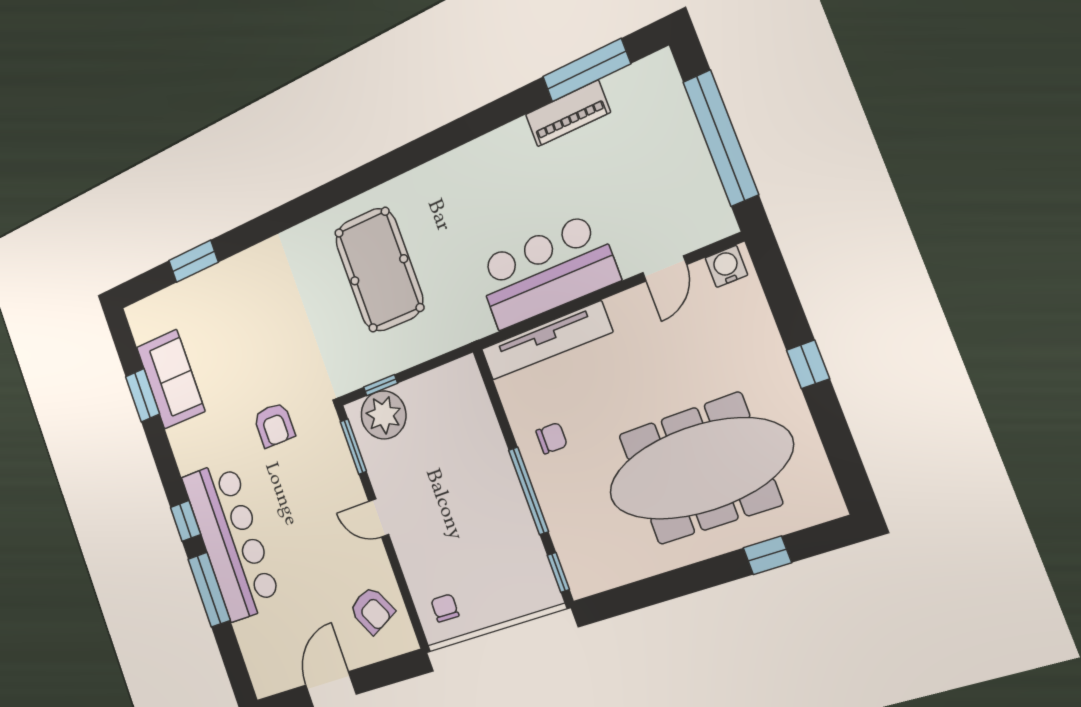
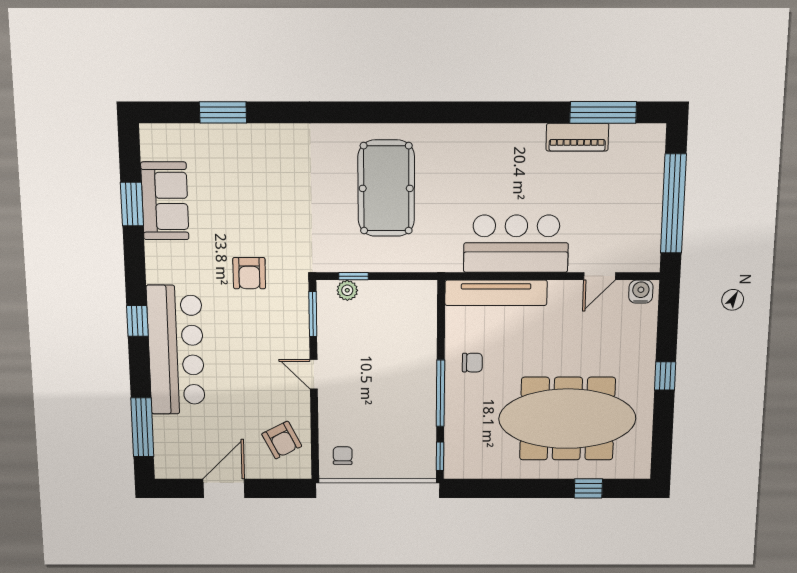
plant: (384, 415) -> (347, 290), width x0.53, depth x0.53
window: (209, 590) -> (142, 427), moved

